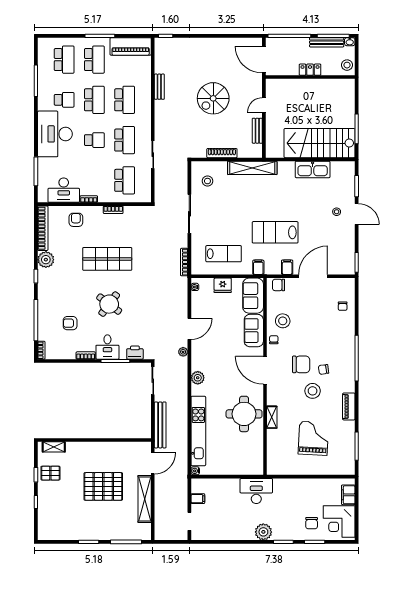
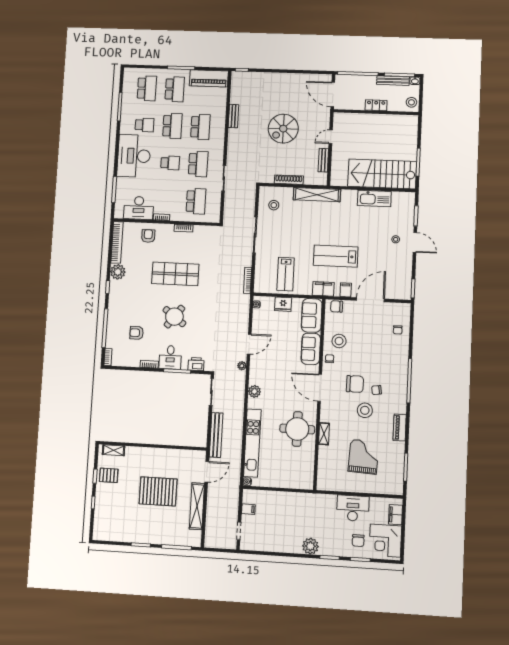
lab bench: (224, 254) -> (286, 274), turned 90
filing cabinet: (258, 267) -> (323, 289), width x2.00
desk: (256, 491) -> (353, 508), moved

